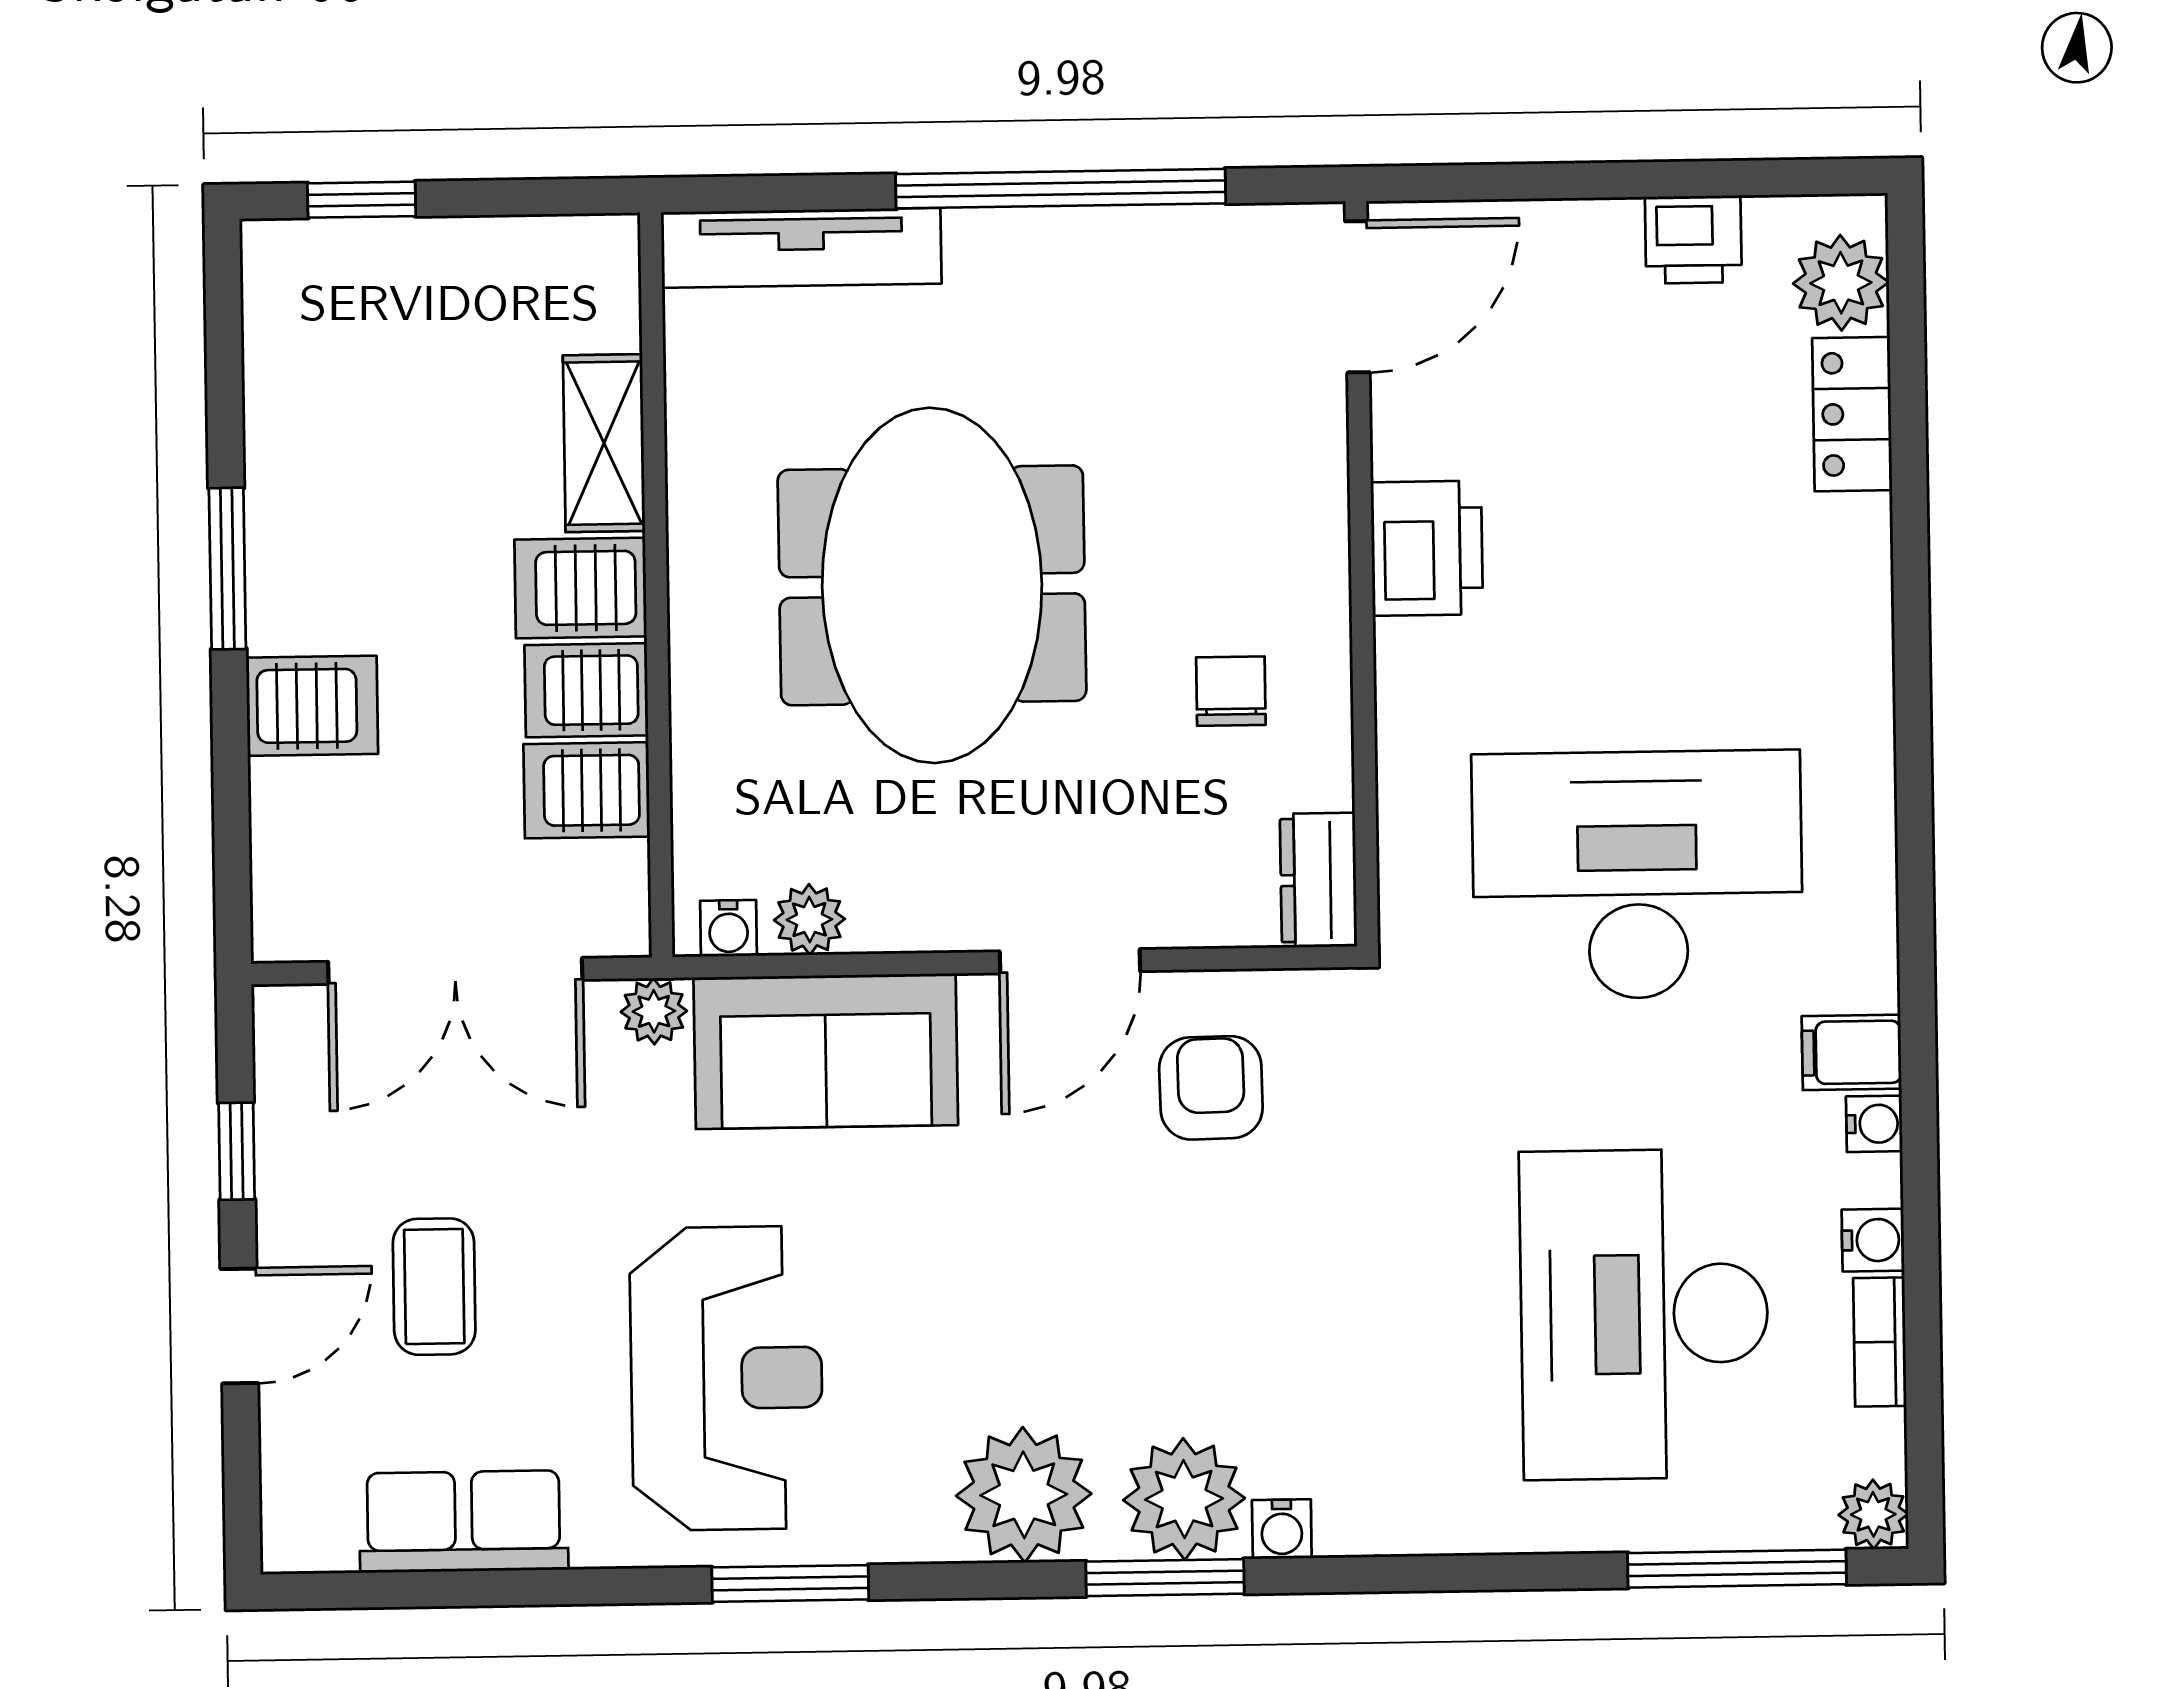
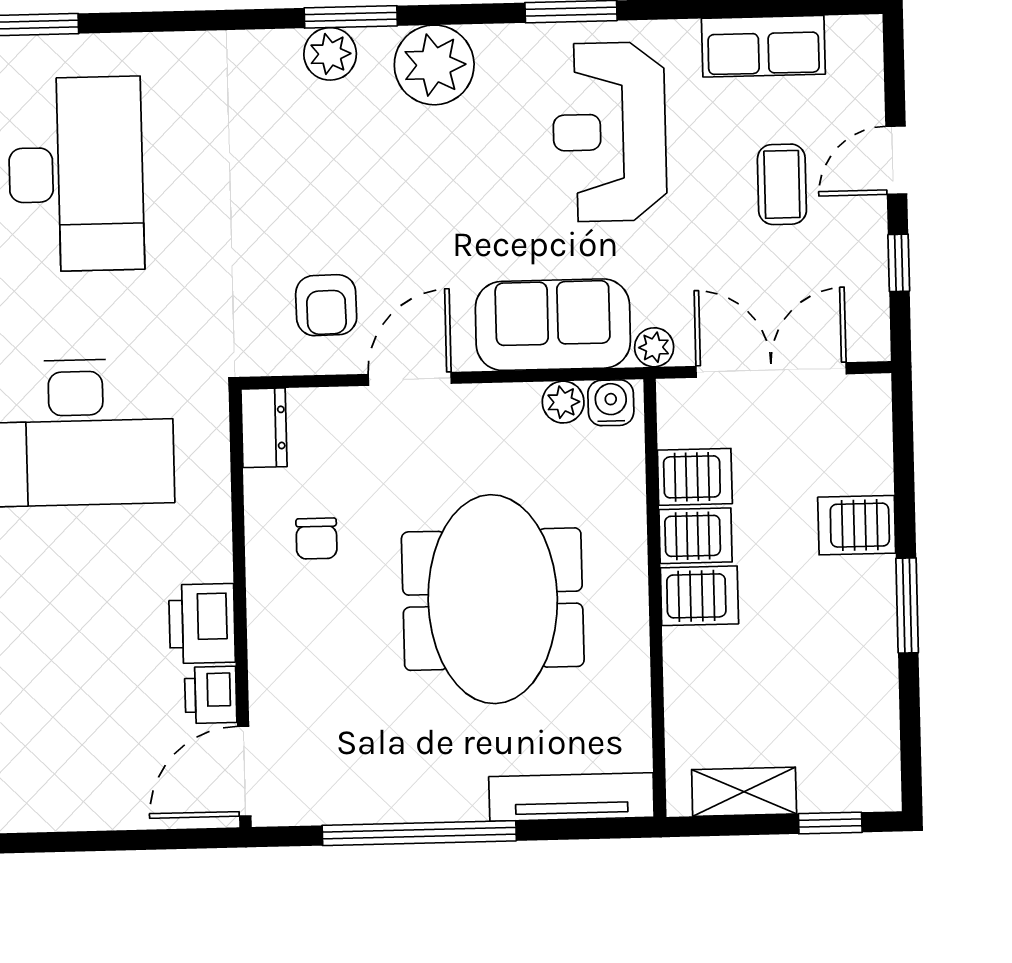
printer: (1693, 239) -> (211, 695), moved, turned -90
shelving: (604, 443) -> (744, 792), moved, turned 90
water cooler: (729, 928) -> (611, 403), width x1.38, depth x1.38
plant: (1184, 1499) -> (330, 54), width x0.73, depth x0.73
water cooler: (1282, 1529) -> (282, 46), removed

